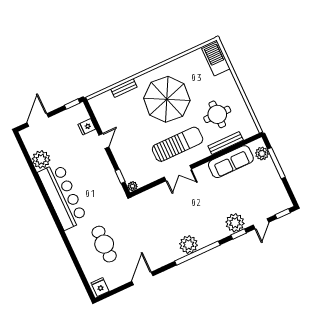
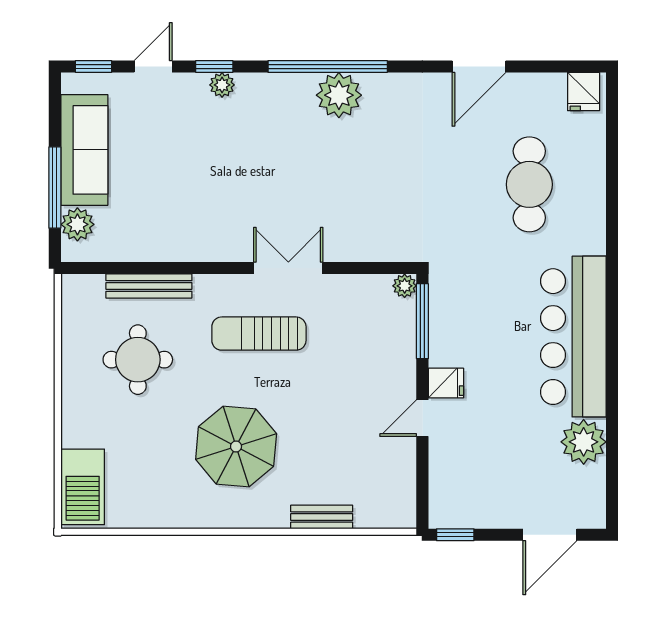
parasol: (167, 99) -> (236, 447), width x0.73, depth x0.73
fridge: (87, 127) -> (446, 383), moved
sun lounger: (178, 144) -> (259, 334), width x0.73, depth x0.75
sofa: (231, 162) -> (84, 150), moved, turned 90
window: (120, 176) -> (422, 321), width x2.17
plant: (235, 223) -> (222, 85), width x0.53, depth x0.53

